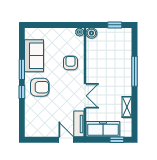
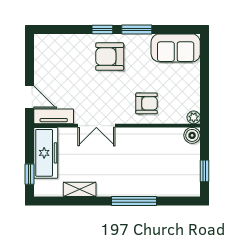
sofa: (34, 56) -> (176, 48), moved
armchair: (40, 87) -> (110, 57), turned 90
door: (66, 140) -> (30, 97), hinge flipped

